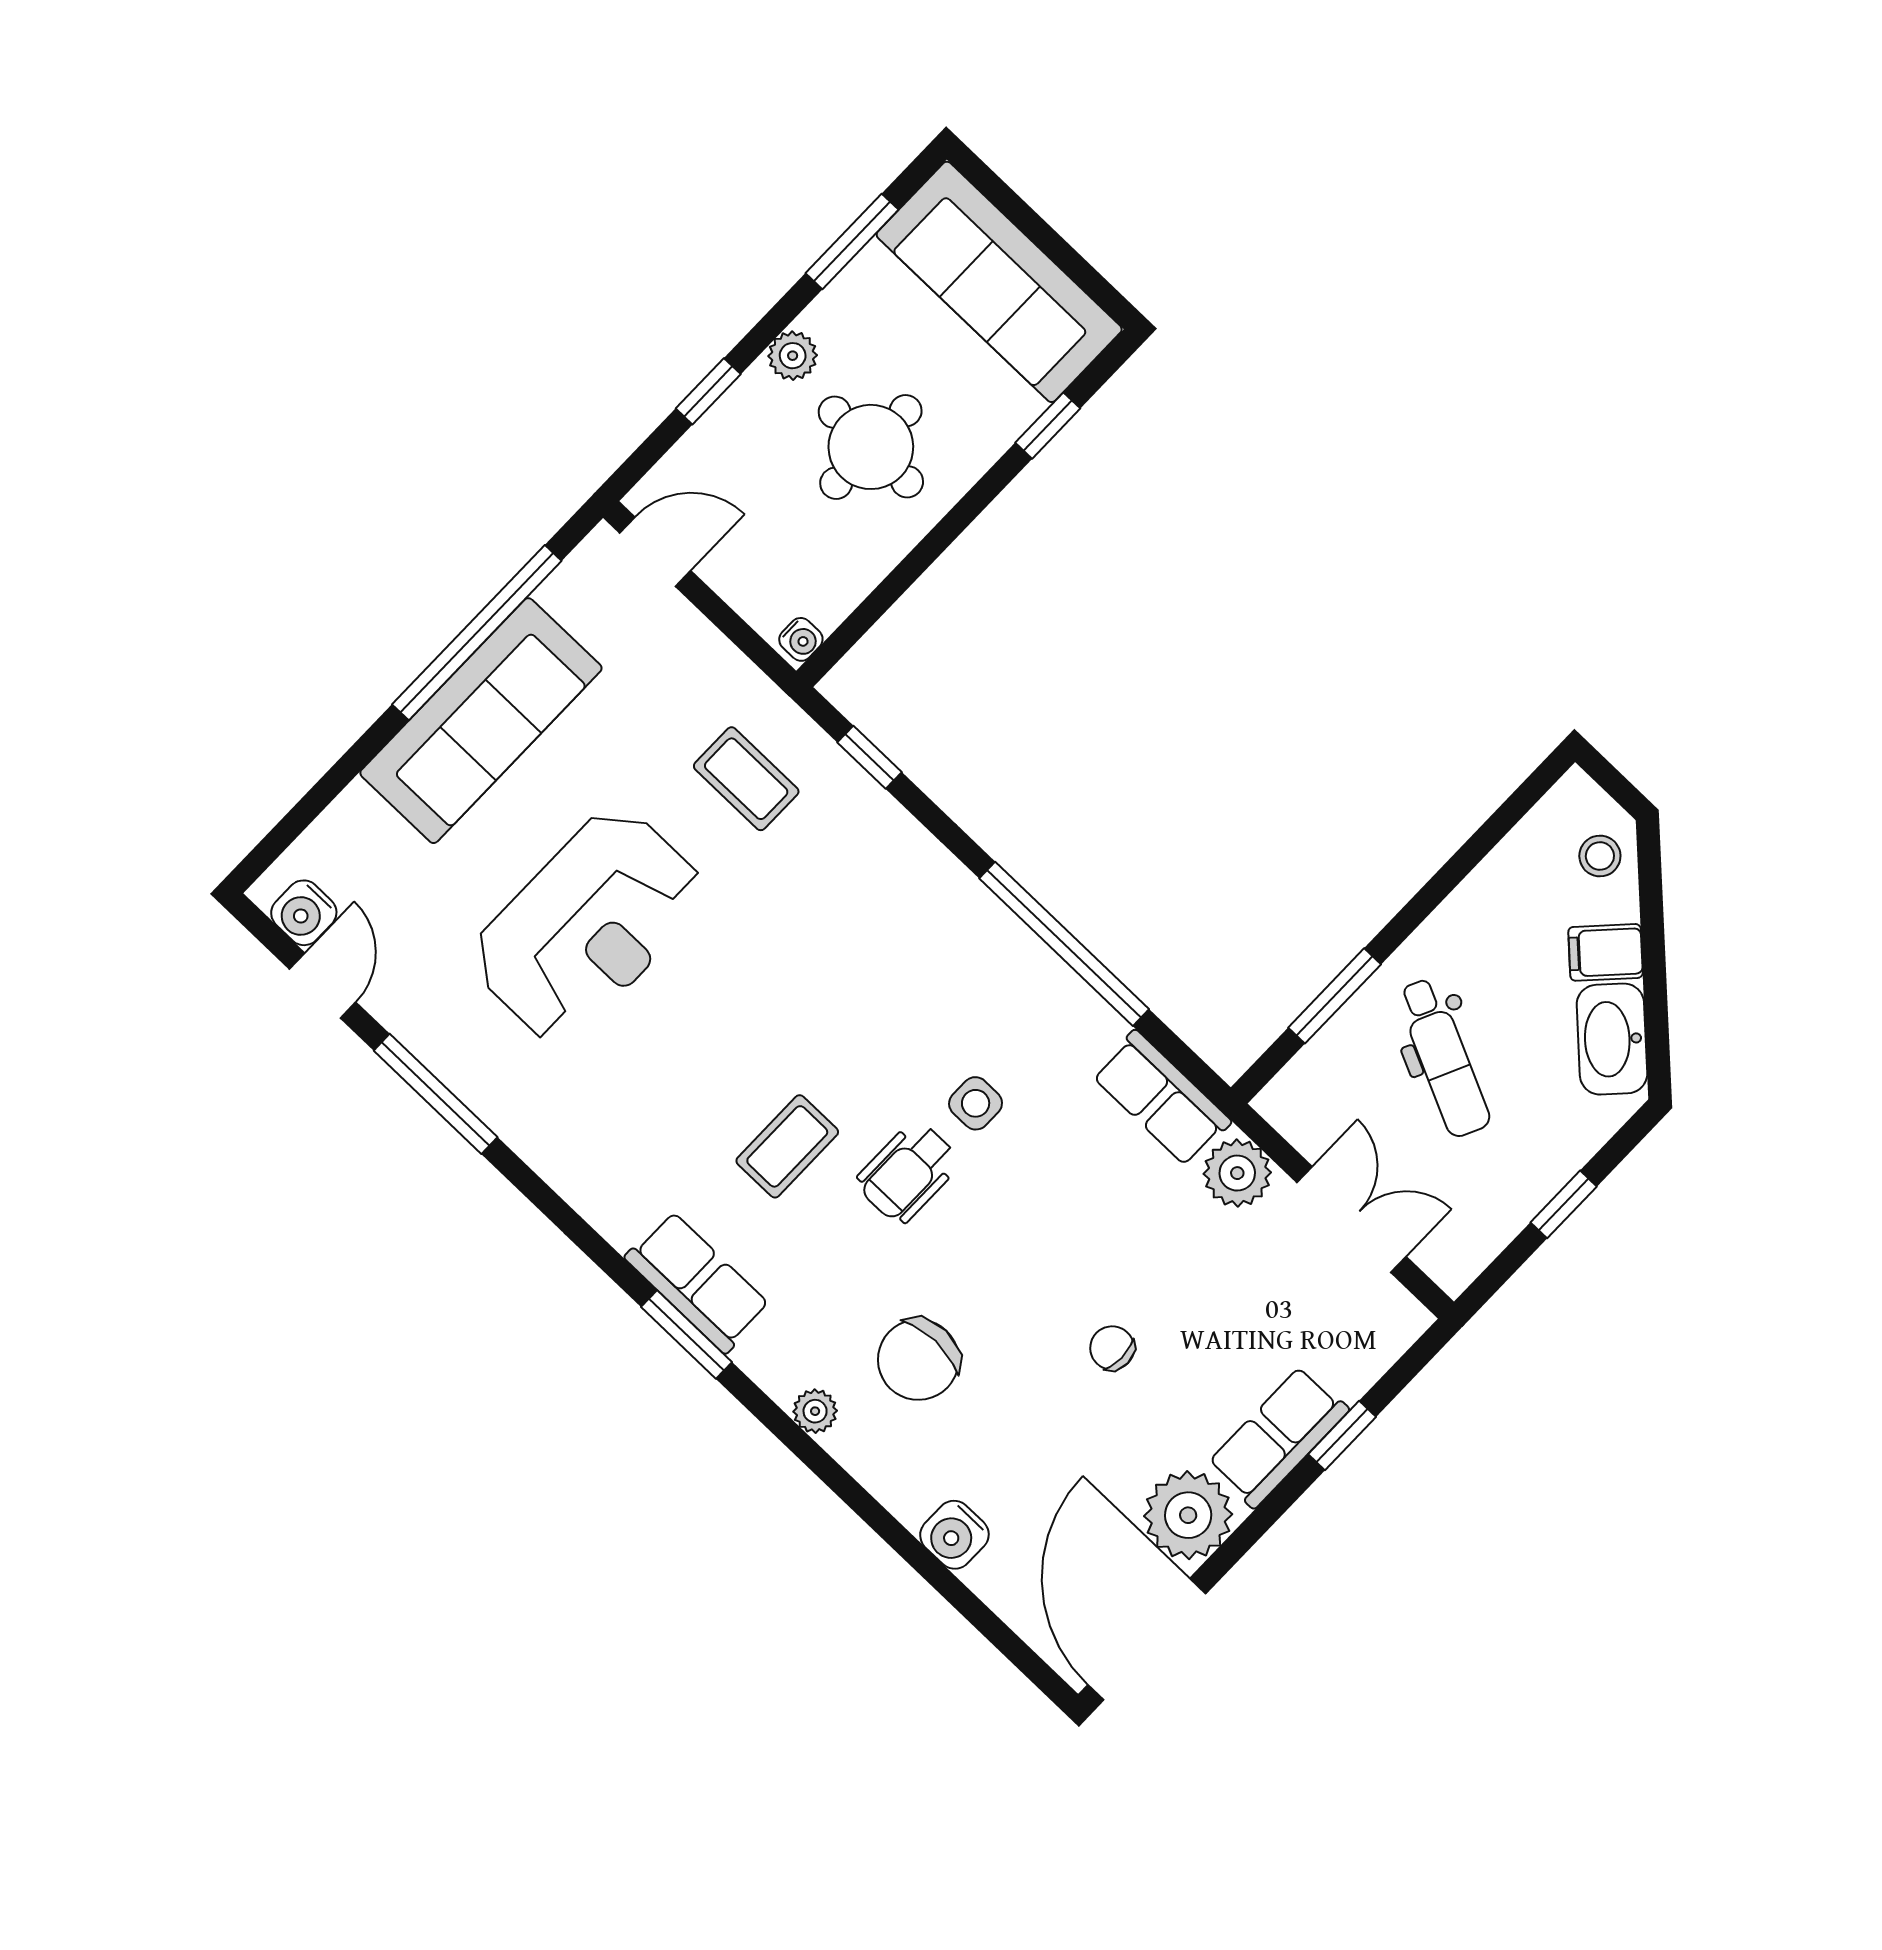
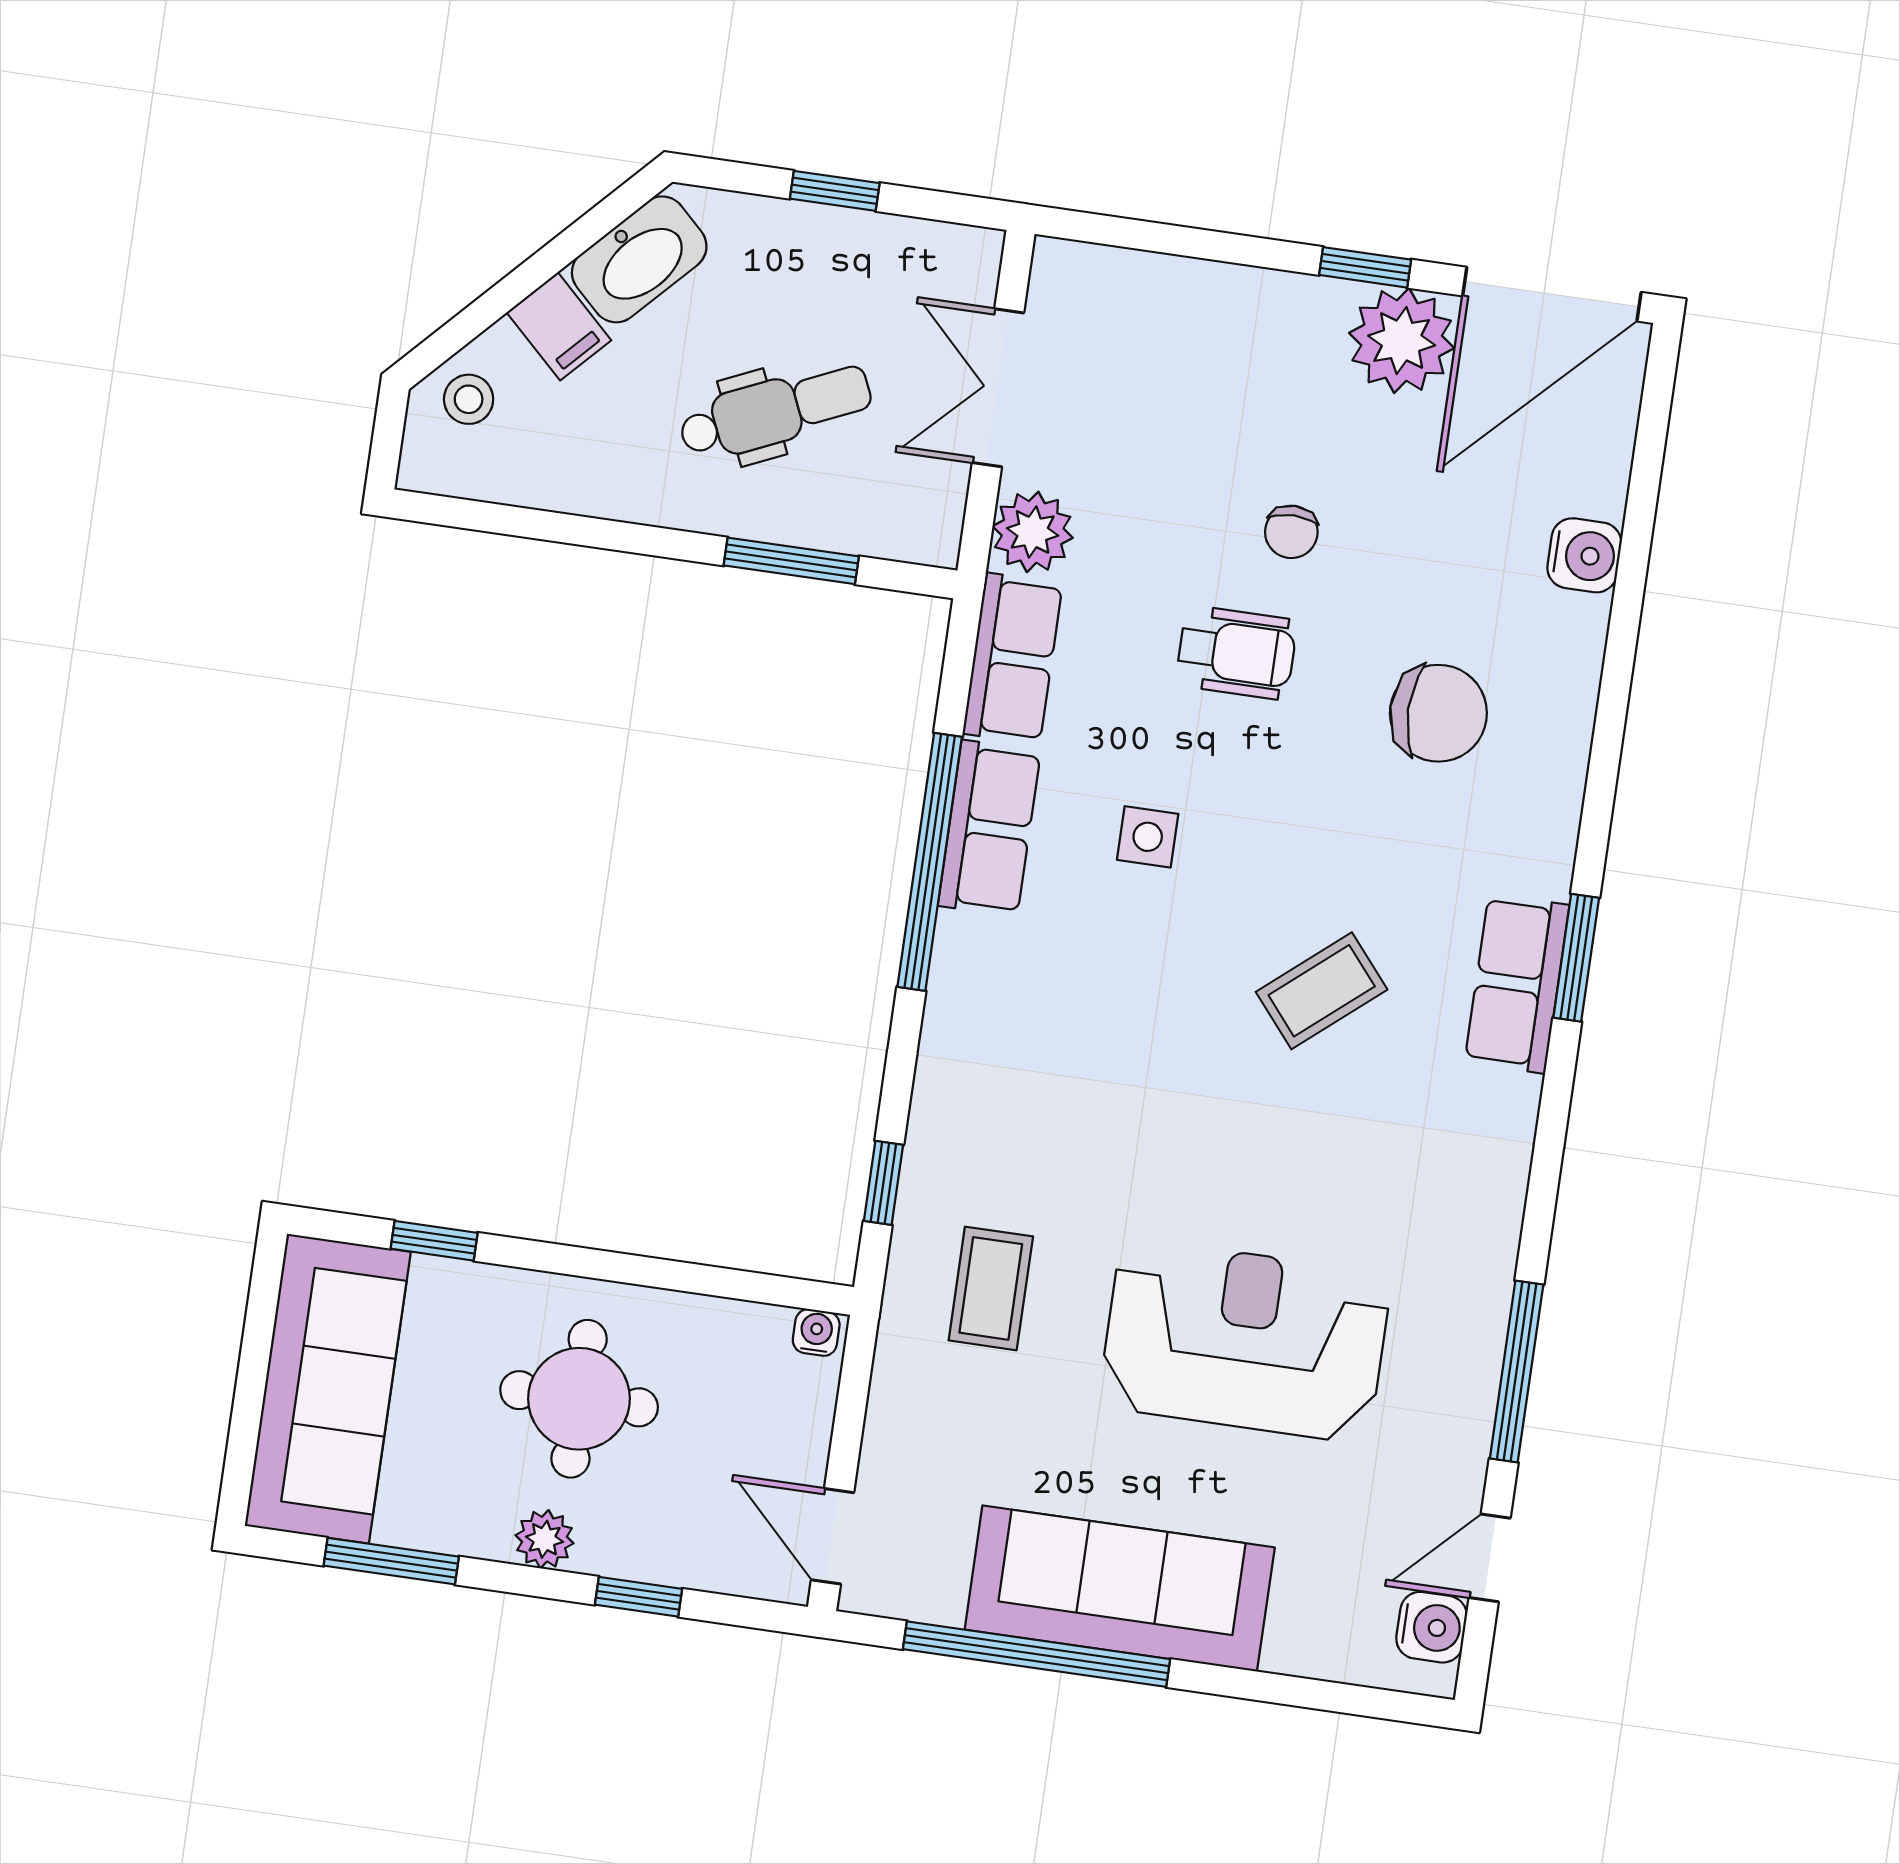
dental chair: (1443, 1058) -> (775, 411), turned 41
coffee table: (787, 1146) -> (1322, 991), turned -40
wheelchair: (908, 1172) -> (1236, 653), moved
plant: (815, 1411) -> (1561, 778), removed
window: (1342, 1436) -> (1365, 267), moved
row of seats: (1278, 1437) -> (989, 828), moved, turned -90

